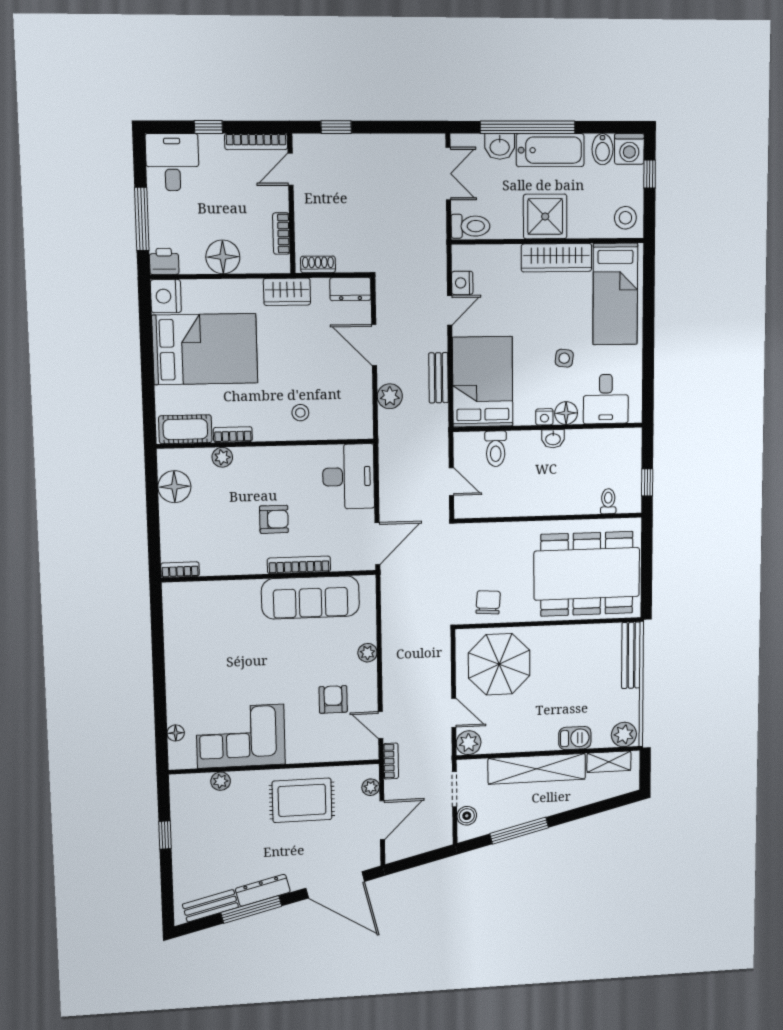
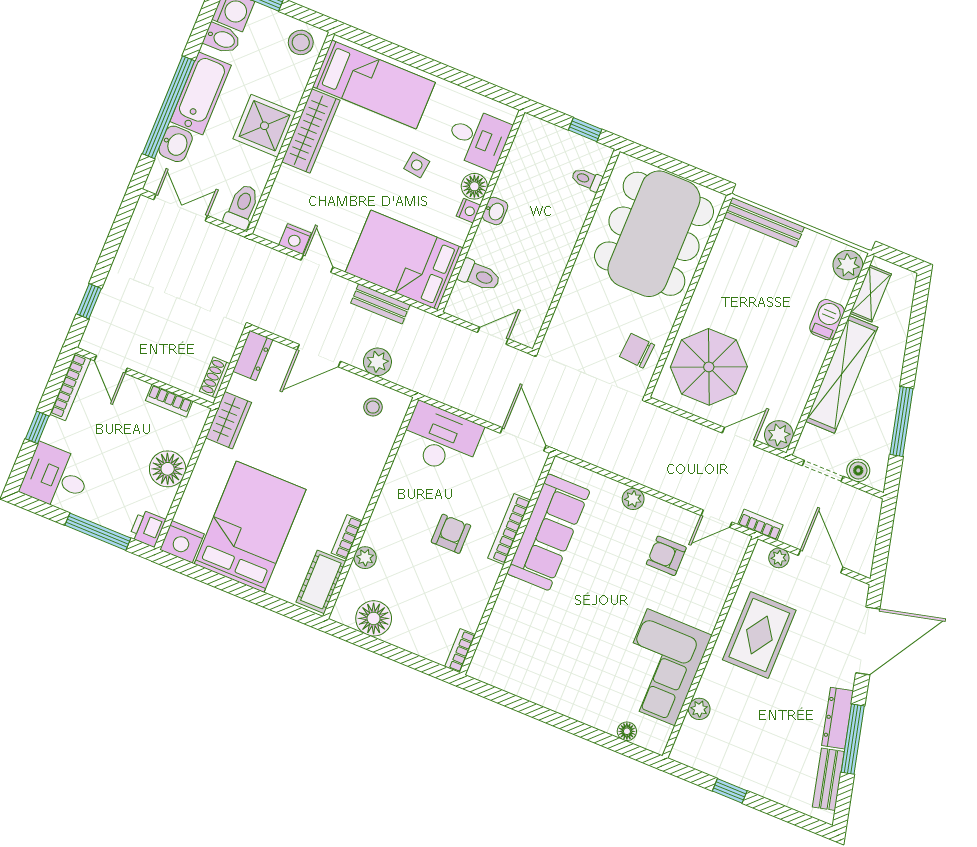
stool: (300, 413) -> (373, 407), moved

